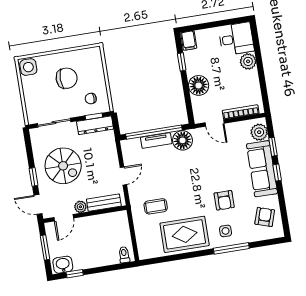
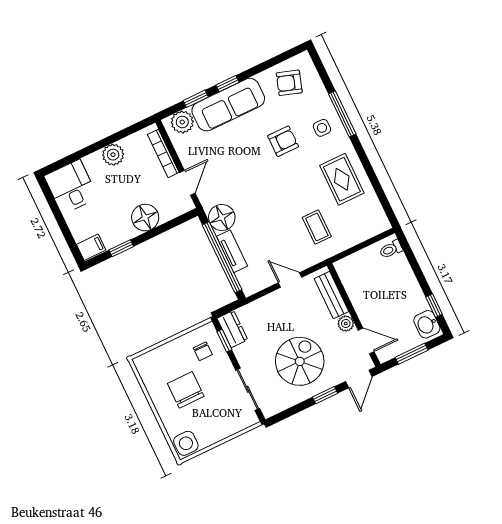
plant: (248, 61) -> (113, 155), moved
dresser: (95, 125) -> (232, 329), width x0.70
rug: (185, 234) -> (342, 179), width x0.73, depth x0.70

